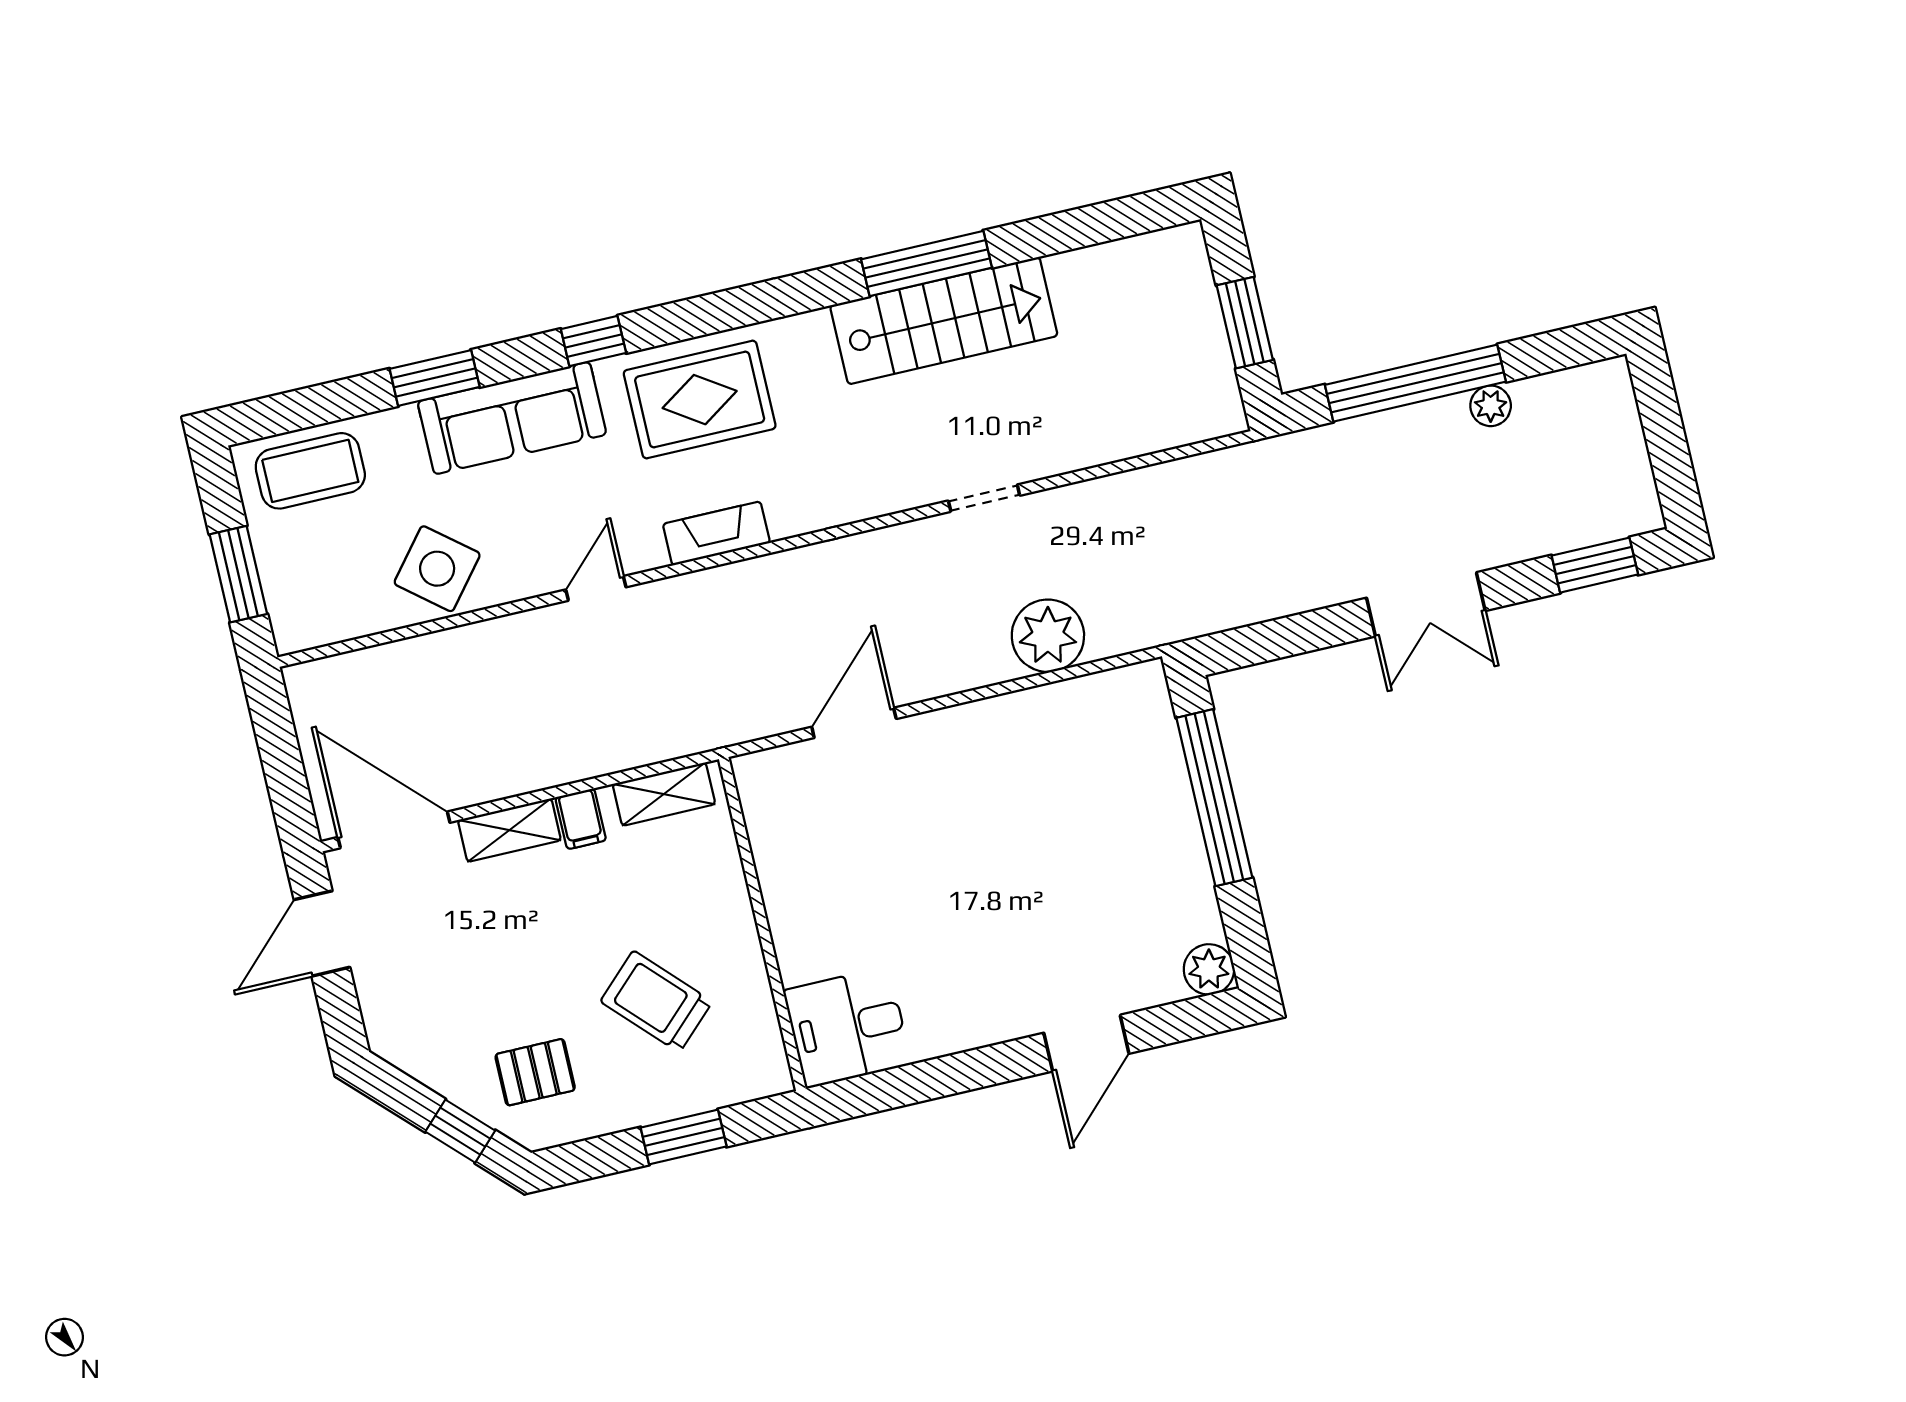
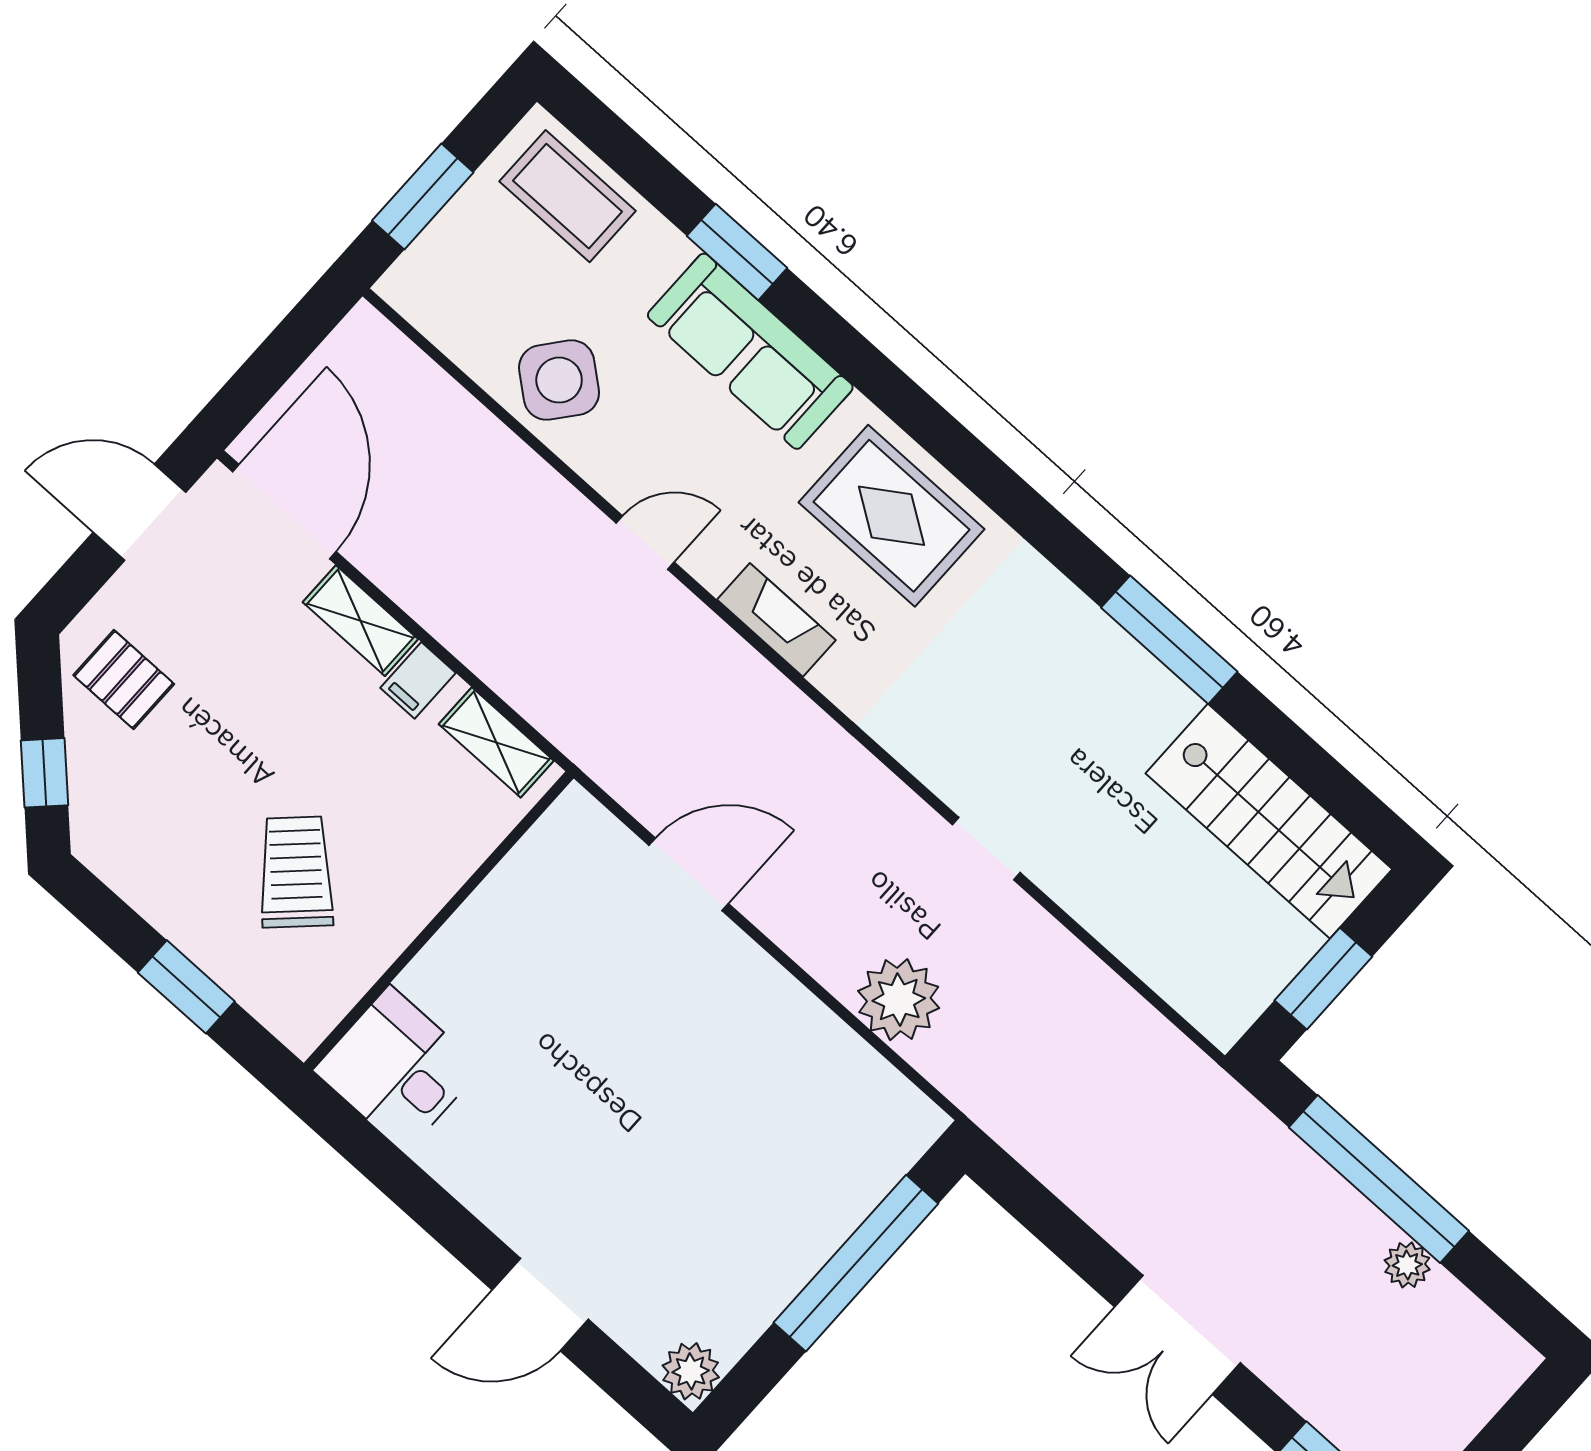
stairs: (944, 321) -> (1269, 821), moved
window: (593, 341) -> (877, 377), removed
pallet: (535, 1072) -> (124, 680), moved

